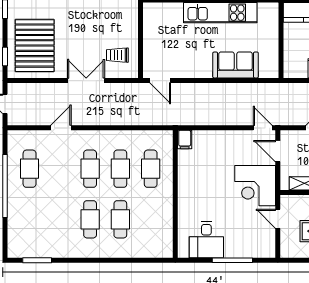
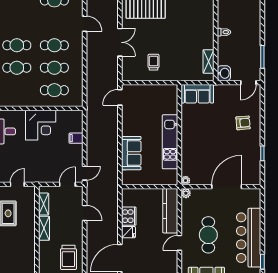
trolley: (117, 55) -> (154, 62), moved
filing cabinet: (185, 139) -> (76, 138), moved
corner desk: (255, 186) -> (41, 125), moved, turned 180

